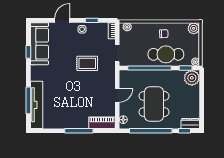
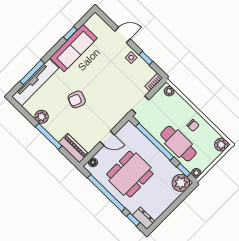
sofa: (40, 44) -> (74, 48), moved
rug: (87, 63) -> (108, 89), removed
armchair: (74, 90) -> (77, 99), added
plant: (62, 123) -> (42, 117), added

